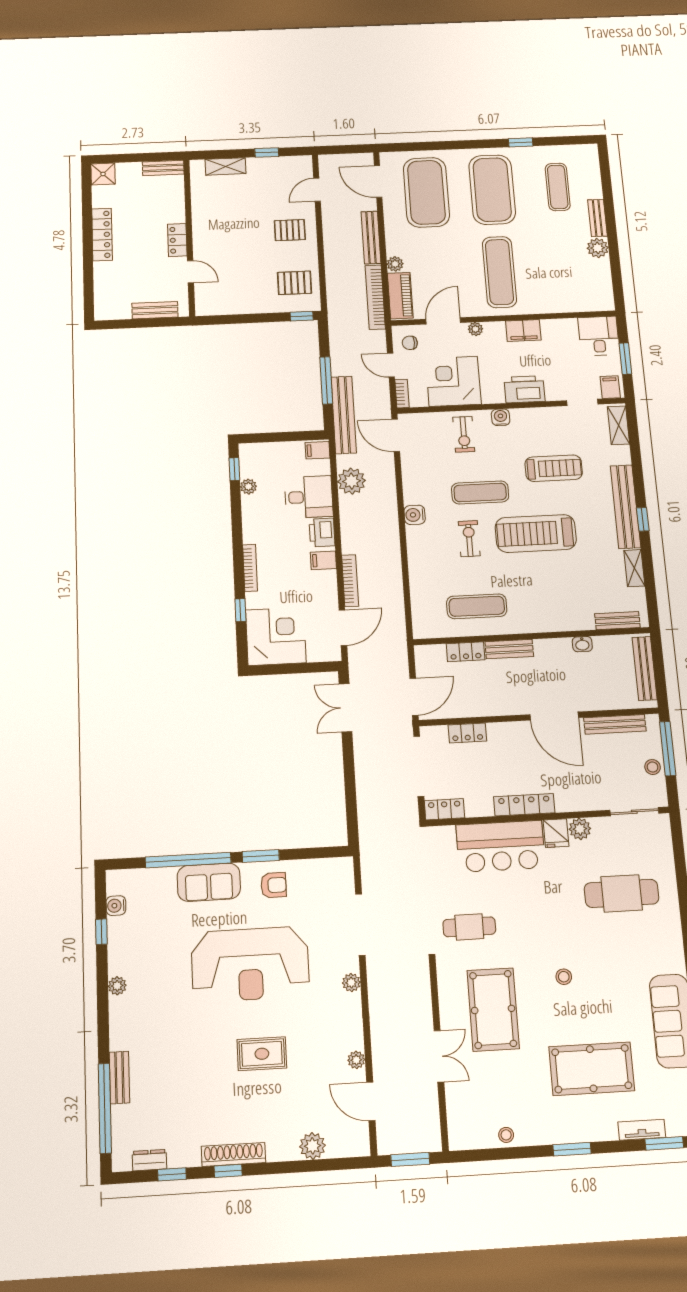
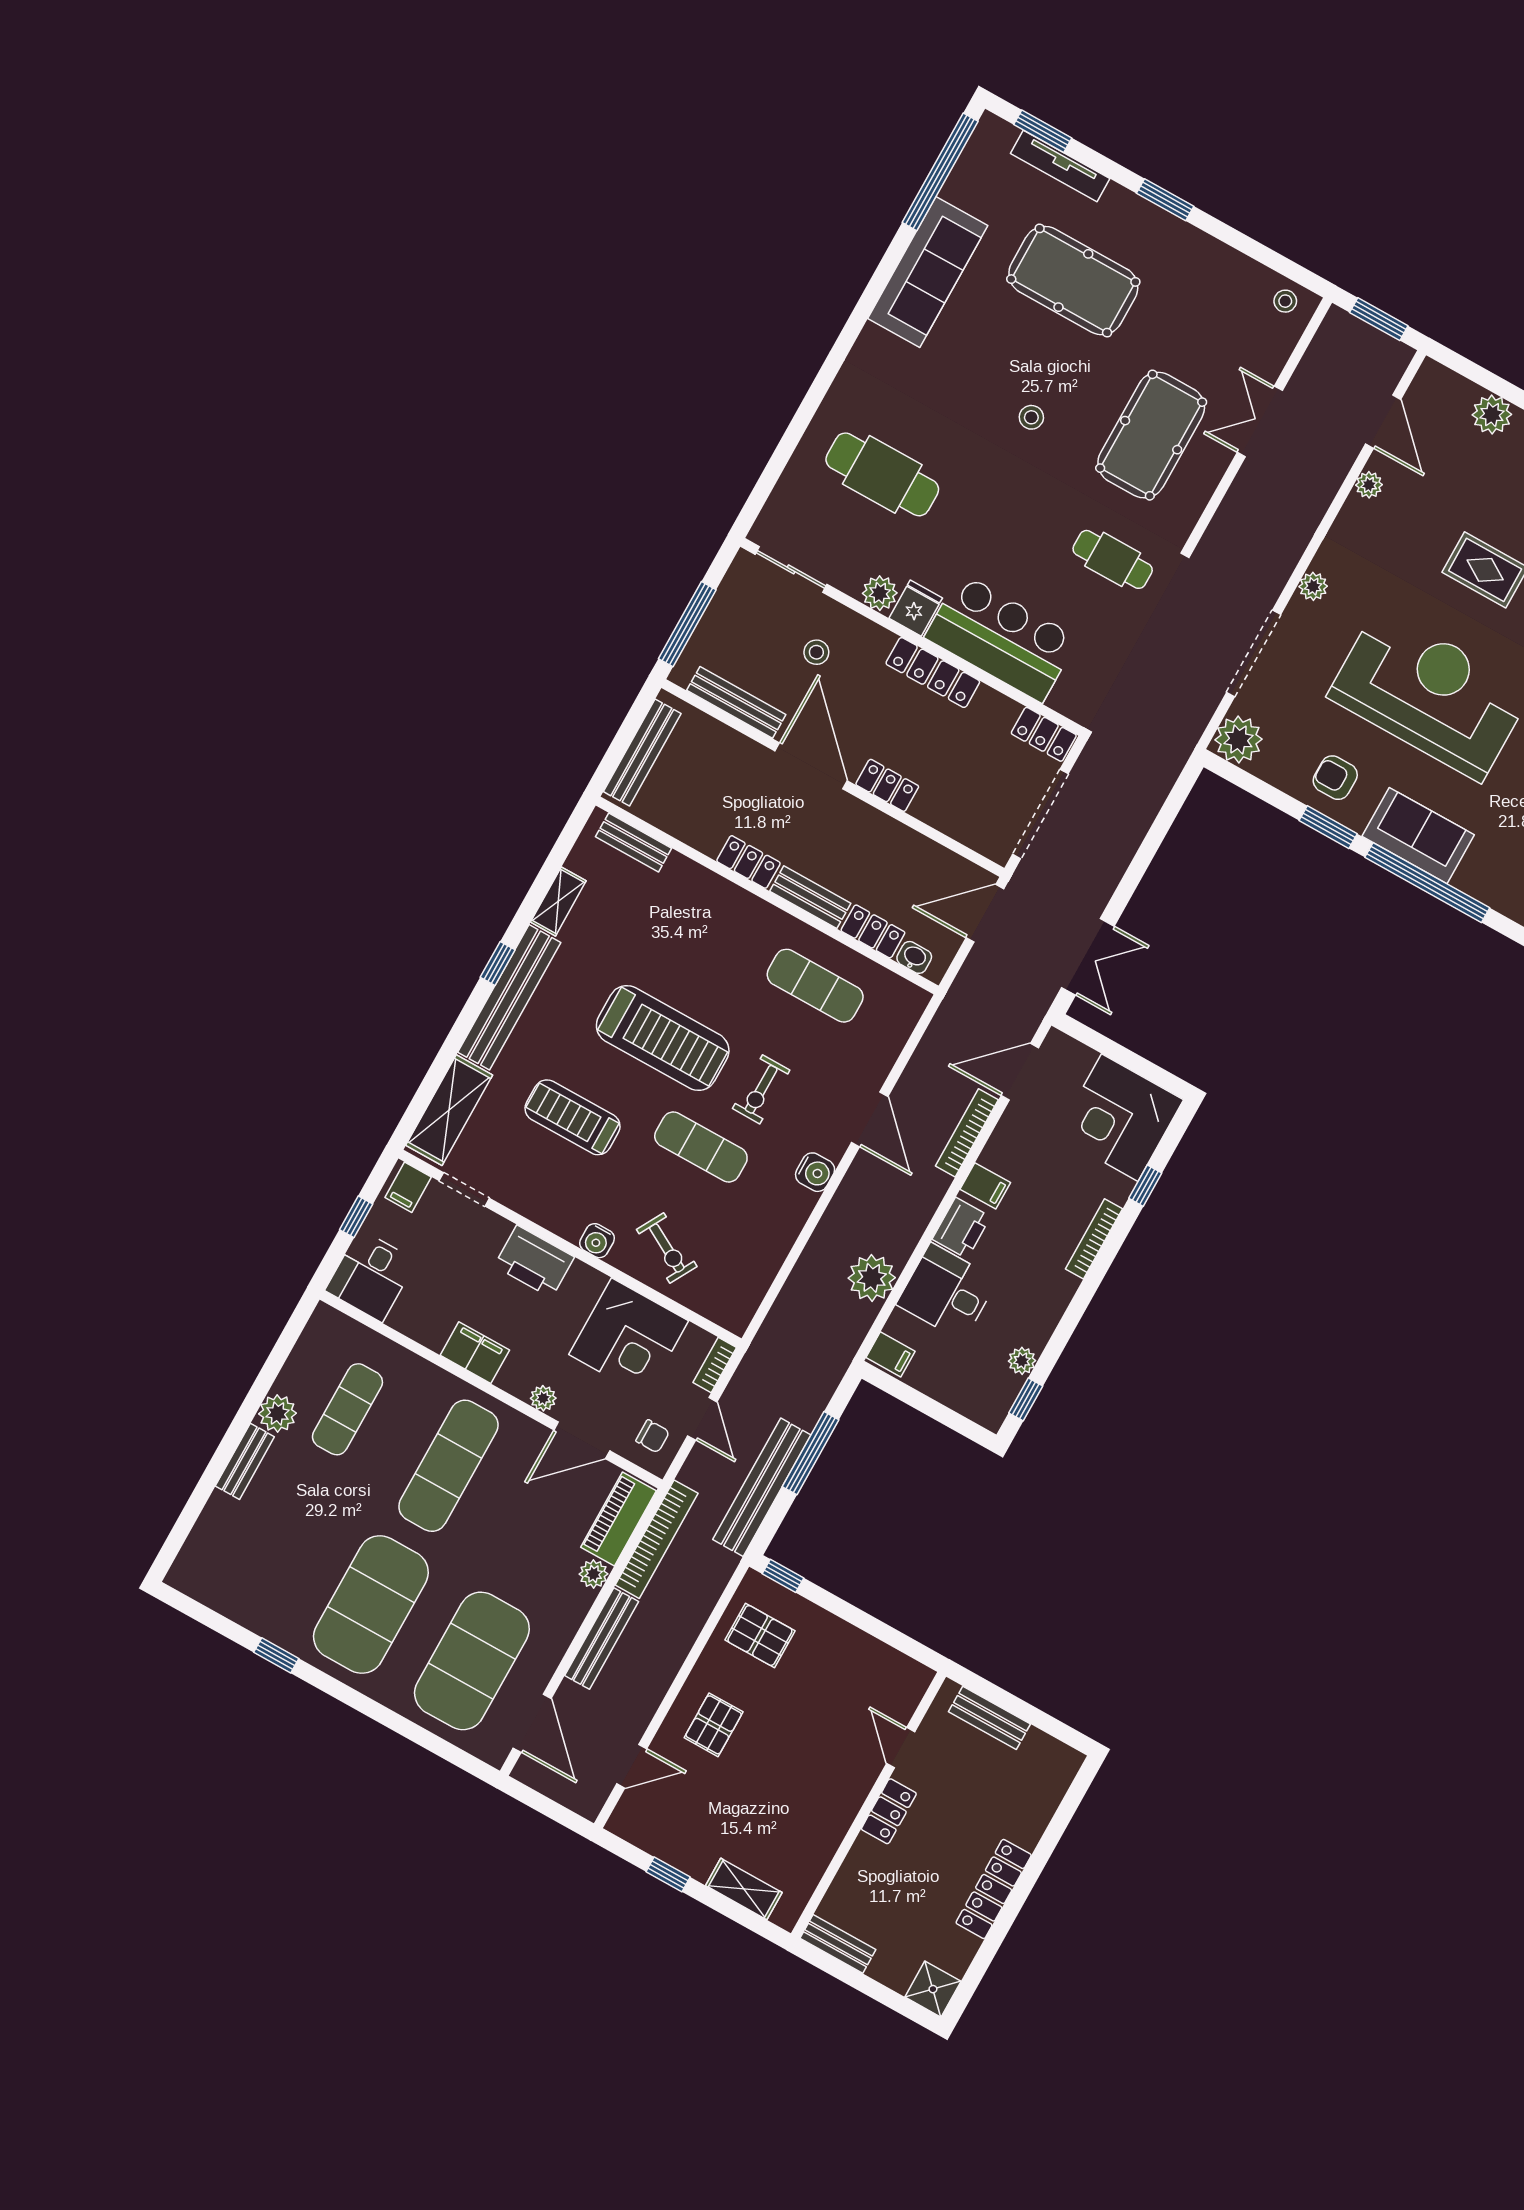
exercise mat: (558, 187) -> (347, 1409), moved
pallet: (290, 230) -> (714, 1725), turned 90
window: (625, 359) -> (356, 1217), width x0.67
bench: (344, 415) -> (762, 1487), moved
shelving: (618, 425) -> (449, 1110), width x1.50, depth x1.33
exercise bike: (464, 434) -> (667, 1248), turned 119
door: (396, 435) -> (870, 1119), moved
washbasin: (582, 644) -> (914, 957), moved
locker: (553, 647) -> (748, 862), added
locker: (467, 733) -> (887, 785), moved
stool: (653, 767) -> (816, 652), moved
plant: (339, 872) -> (1238, 739), added
tv unit: (642, 1130) -> (1060, 166), width x1.41
stool: (506, 1135) -> (1285, 301), moved

